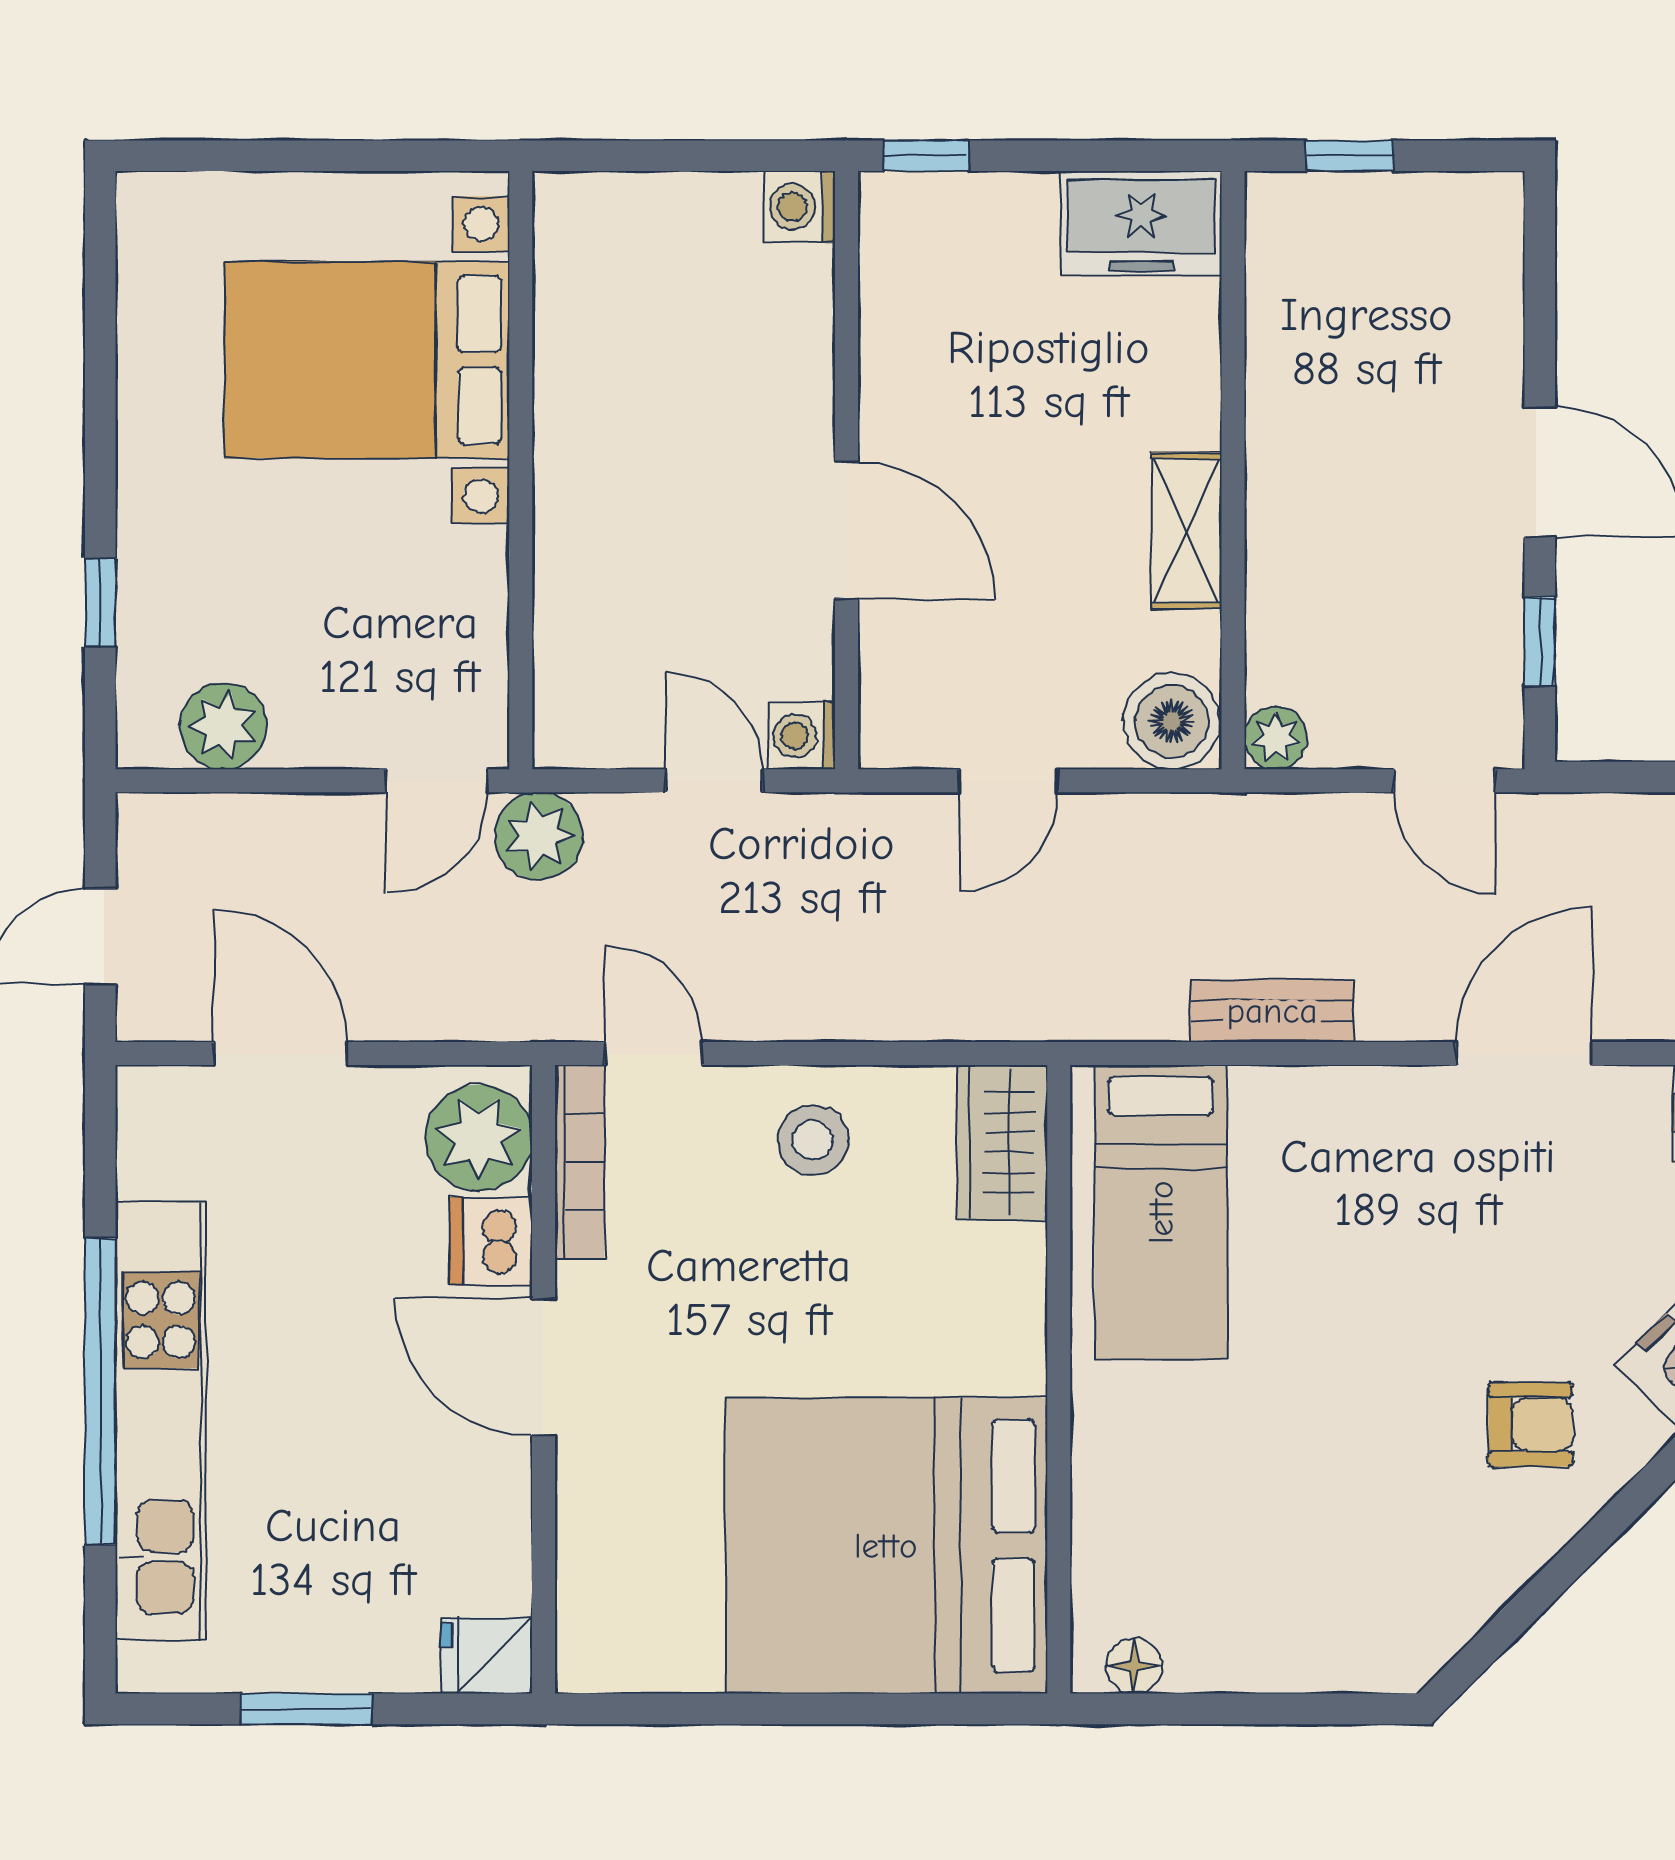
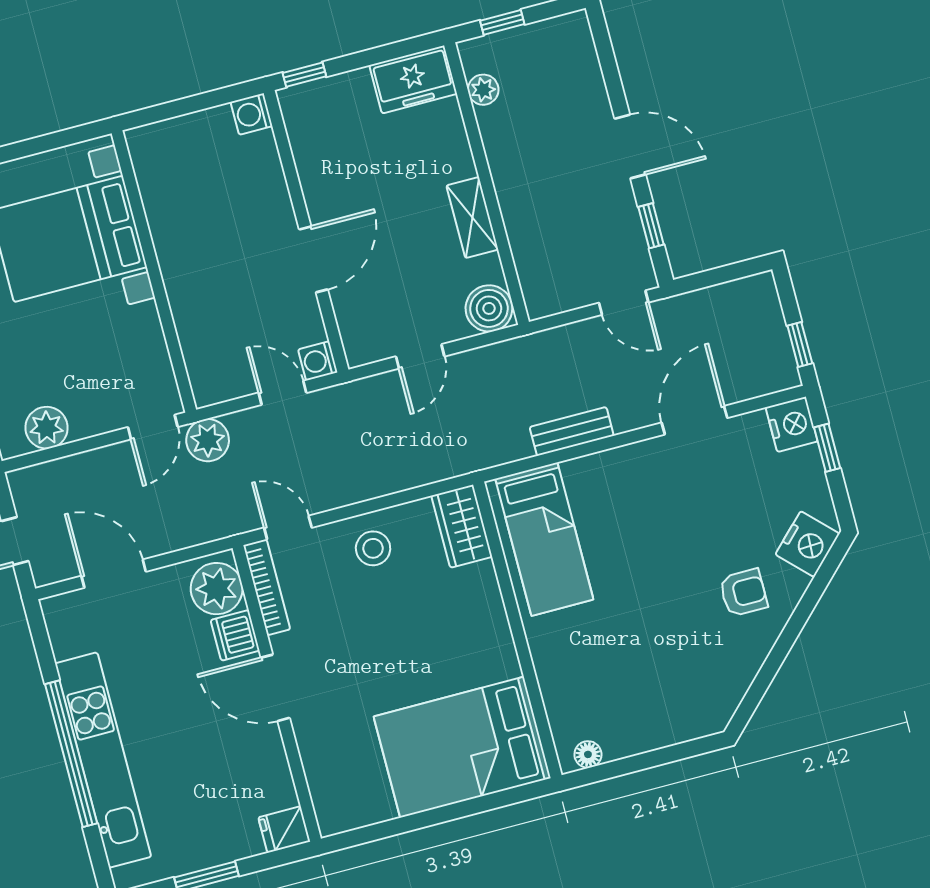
door: (847, 530) -> (313, 259), hinge flipped
plant: (1276, 738) -> (483, 90), moved
bed: (886, 1546) -> (462, 747), width x0.73

